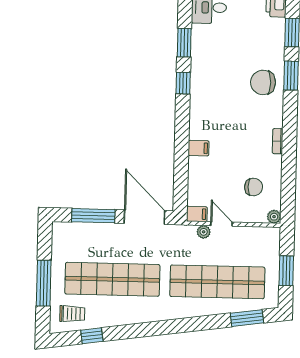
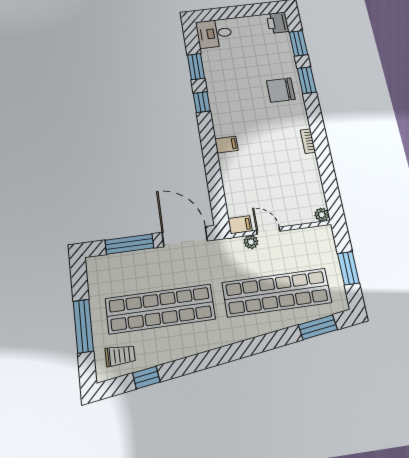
filing cabinet: (199, 148) -> (226, 145), moved
chair: (254, 187) -> (294, 189), removed

